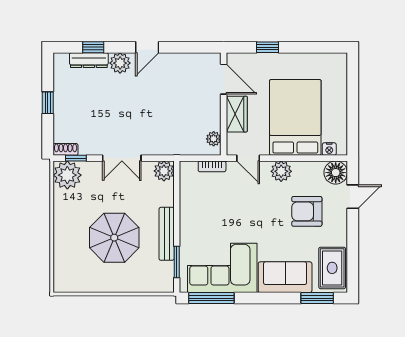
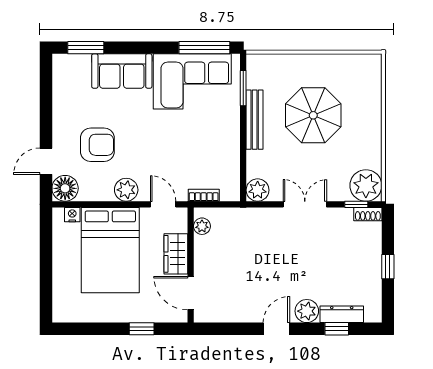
rug: (332, 268) -> (69, 81), removed

